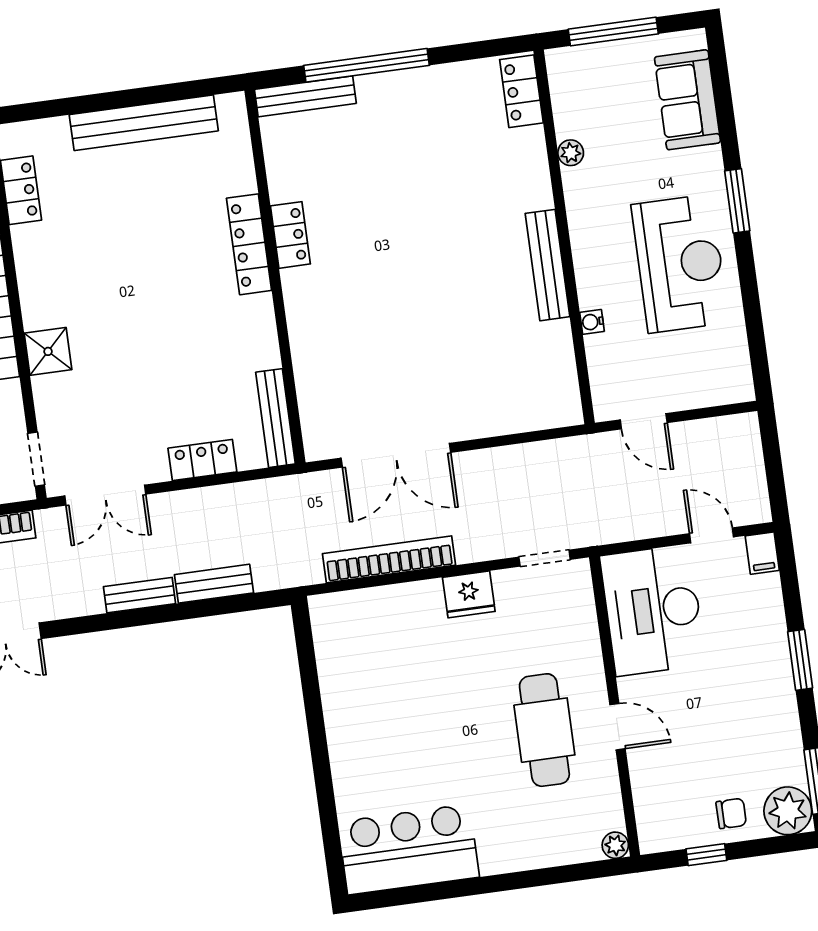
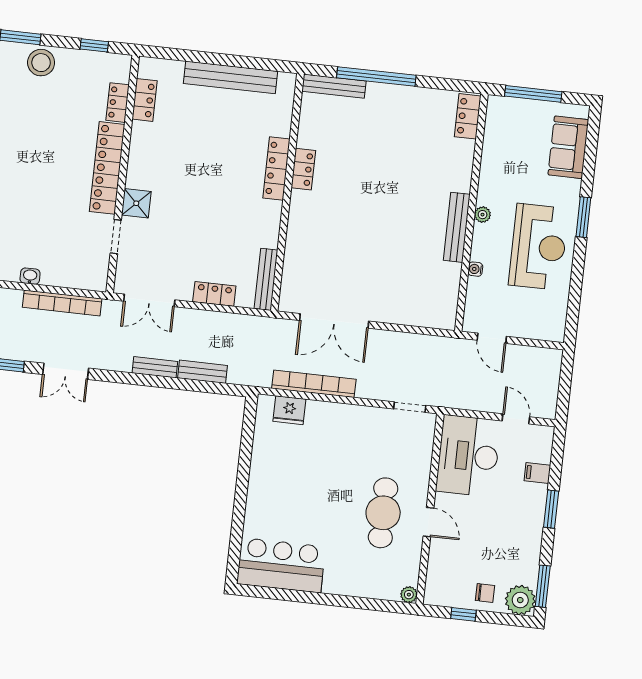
plant: (571, 153) -> (483, 215), moved
doorway: (36, 459) -> (116, 237), moved
filing cabinet: (762, 553) -> (537, 473), moved, turned 90
fridge: (469, 594) -> (289, 410), moved

